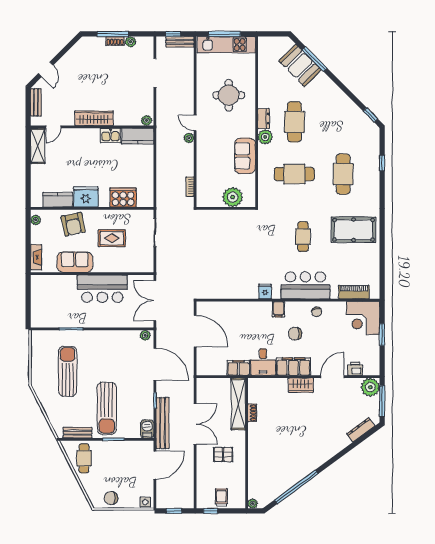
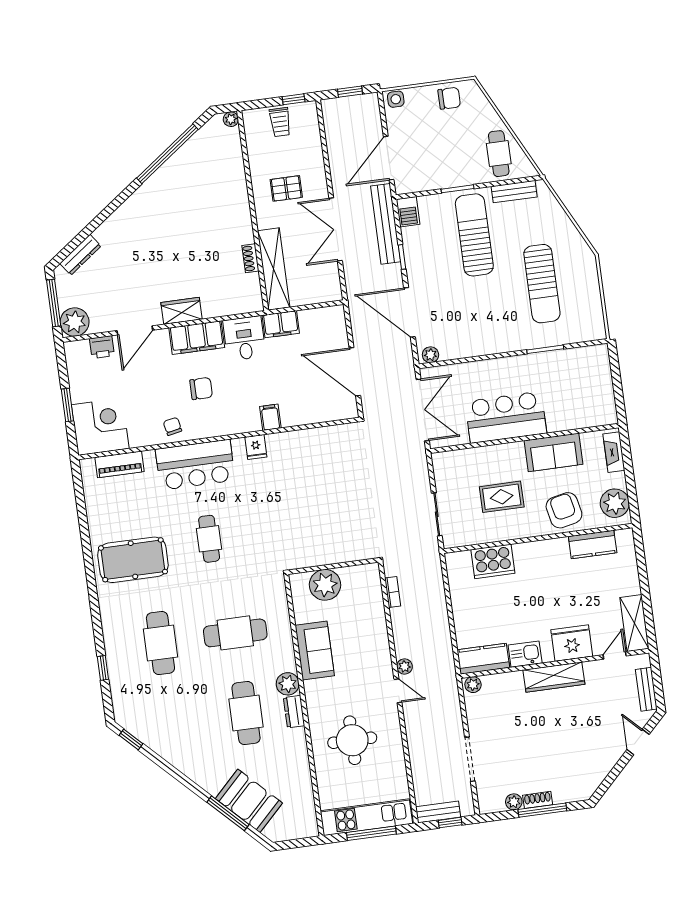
fridge: (86, 197) -> (572, 643), moved, turned 180
plant: (36, 220) -> (615, 503), width x1.87, depth x1.87
filing cabinet: (278, 309) -> (270, 417), moved

